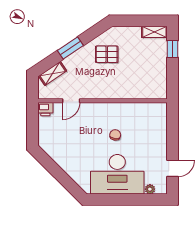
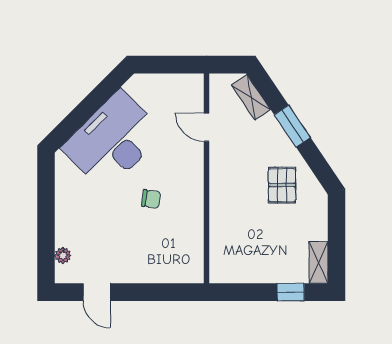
printer: (45, 109) -> (193, 85), removed
desk: (117, 174) -> (113, 140), moved, turned 45

